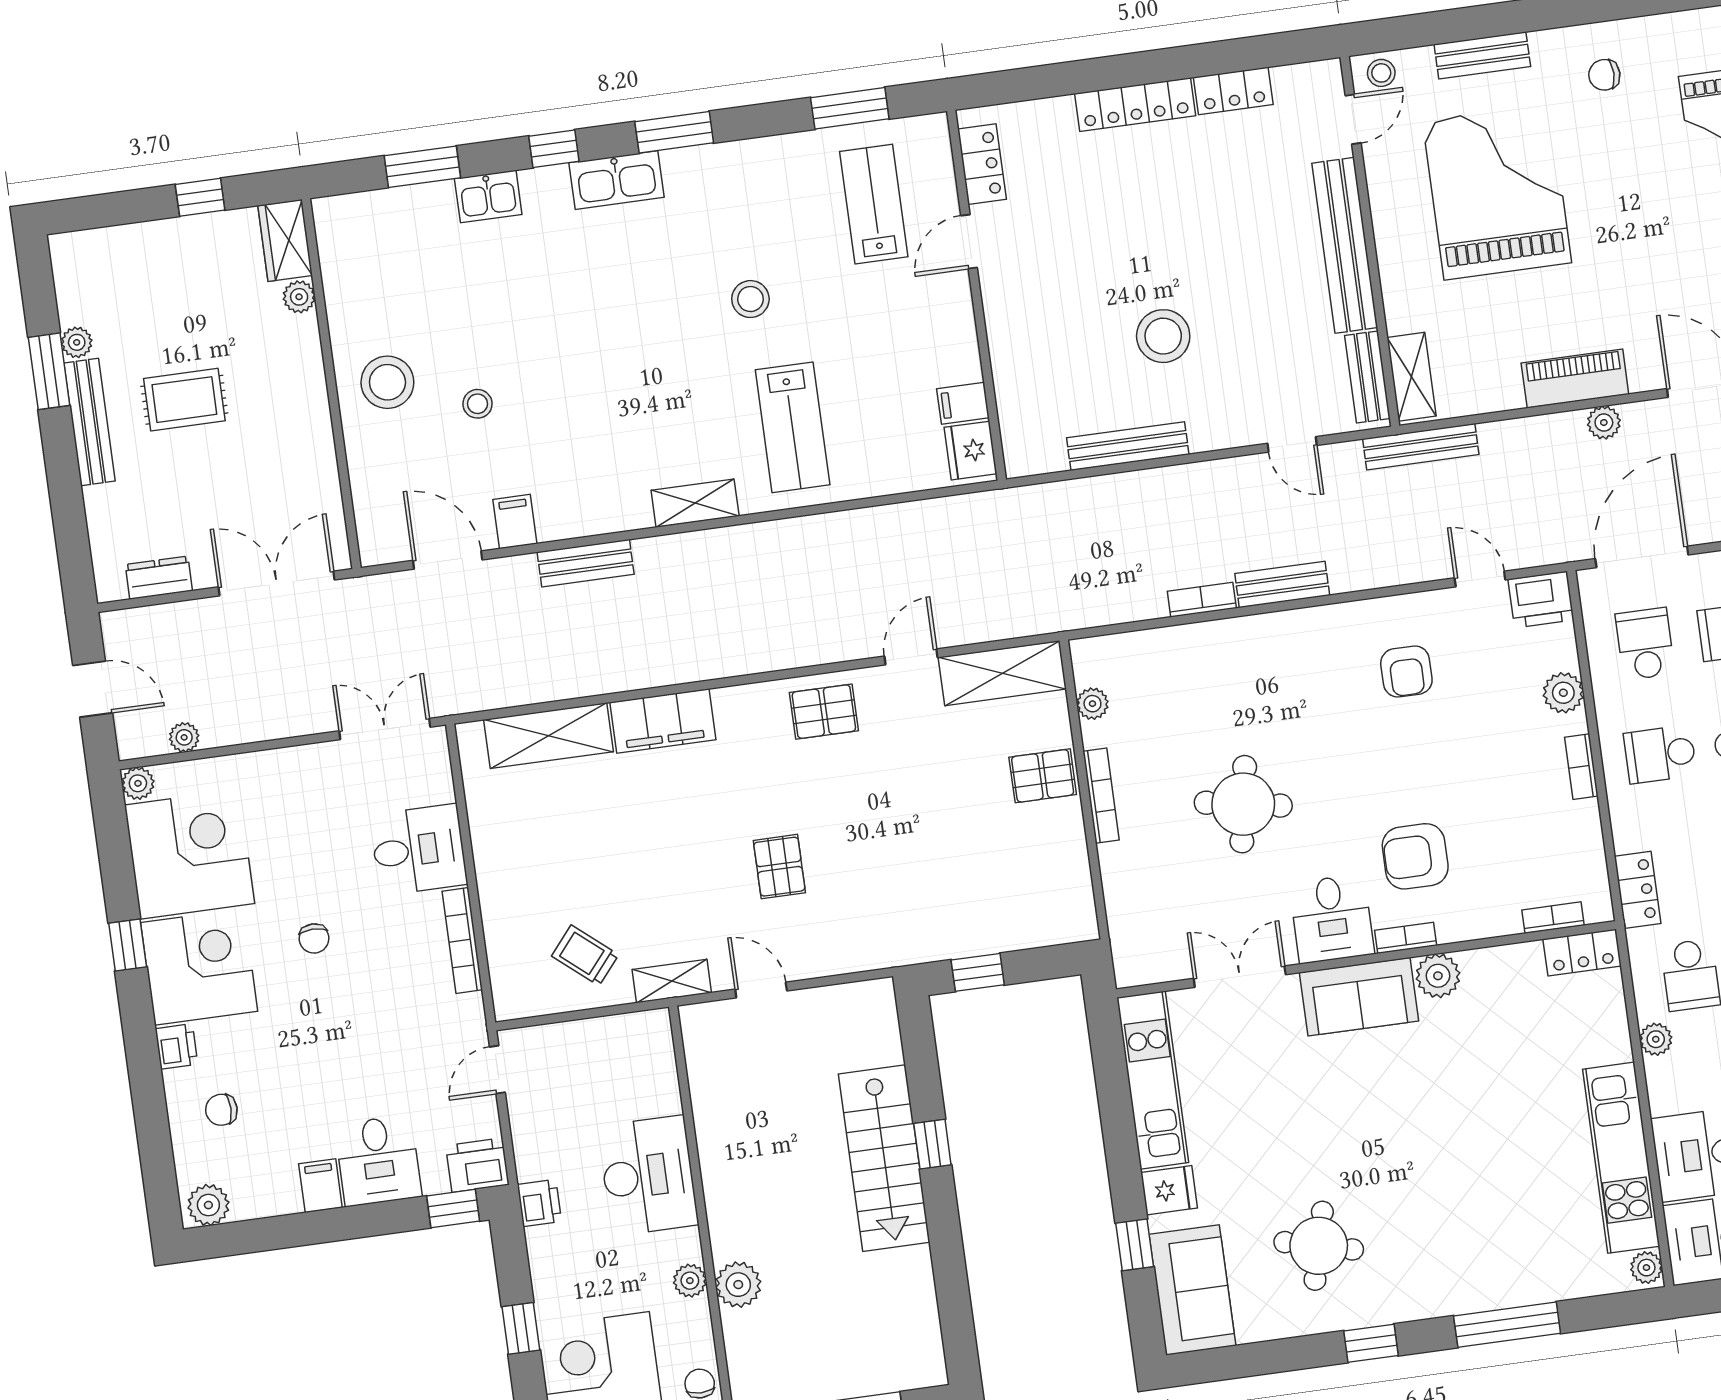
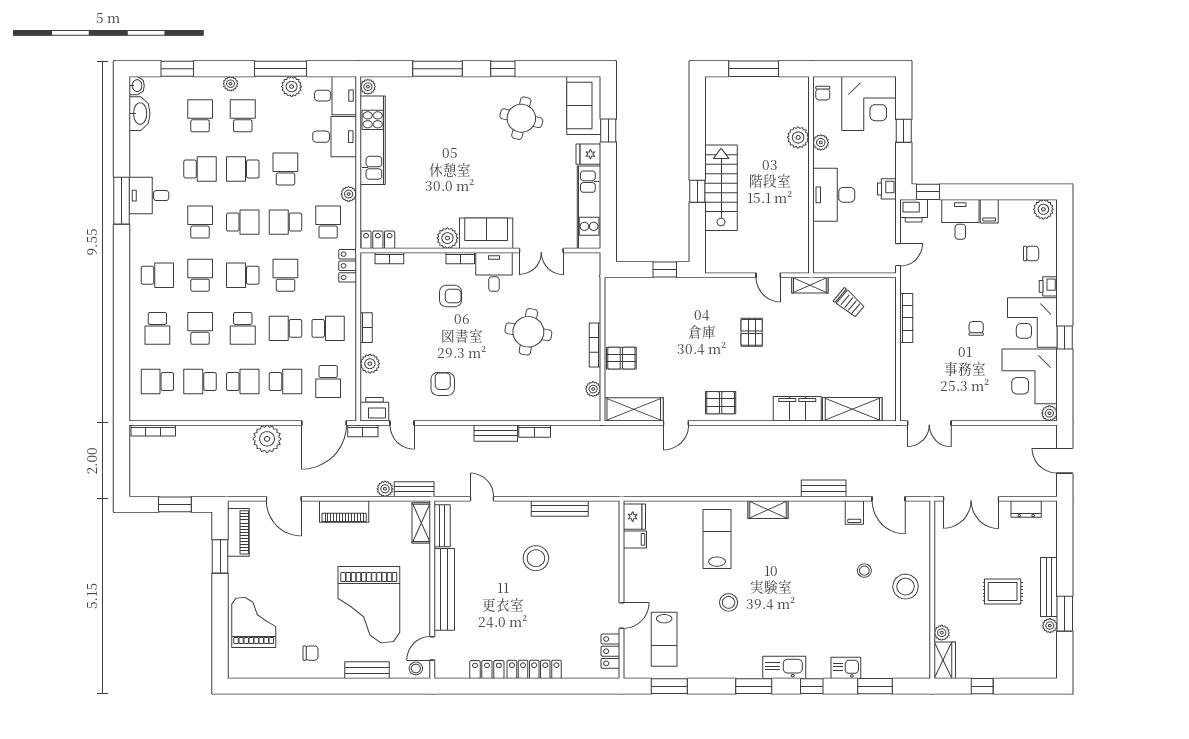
plant: (1604, 423) -> (385, 489), moved
bench: (1421, 447) -> (414, 489), width x0.73
bookcase: (1559, 551) -> (363, 431), added
plant: (184, 737) -> (1025, 432), removed
desk: (419, 850) -> (921, 364), removed
armchair: (1415, 856) -> (451, 296), width x0.72, depth x0.72

